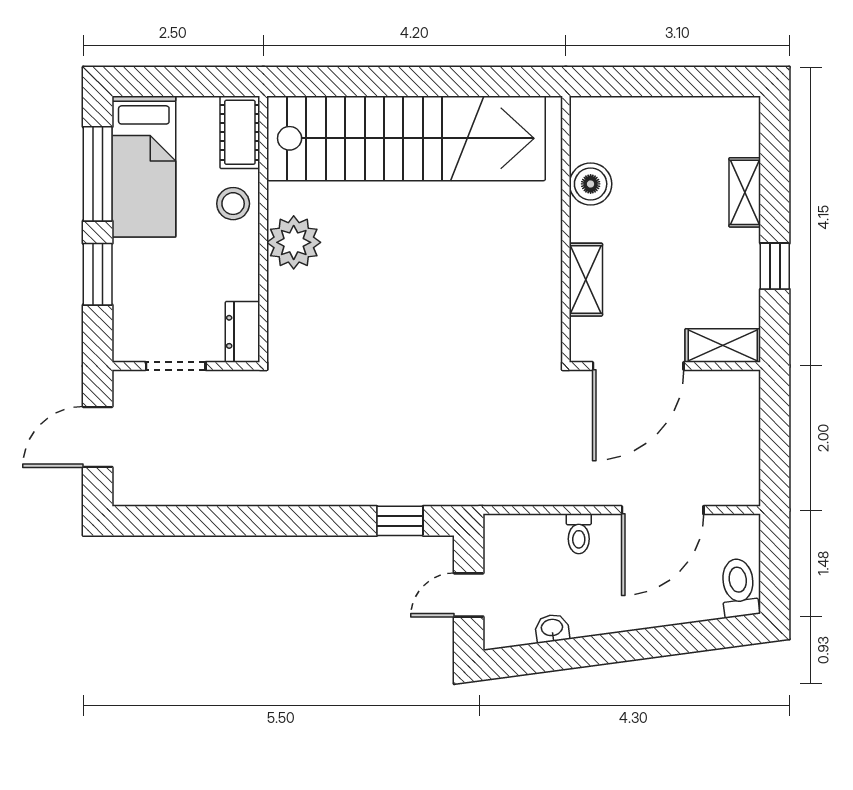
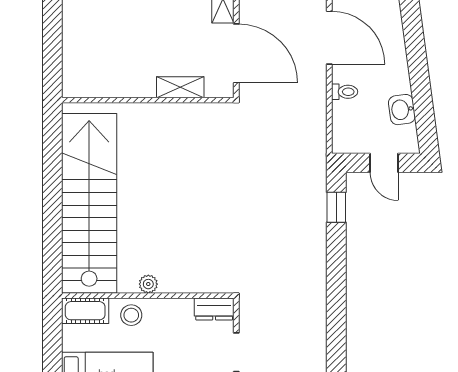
boiler: (591, 184) -> (119, 84), removed
plant: (294, 242) -> (148, 284), width x0.53, depth x0.53
washbasin: (552, 628) -> (402, 110), width x1.38, depth x1.45

